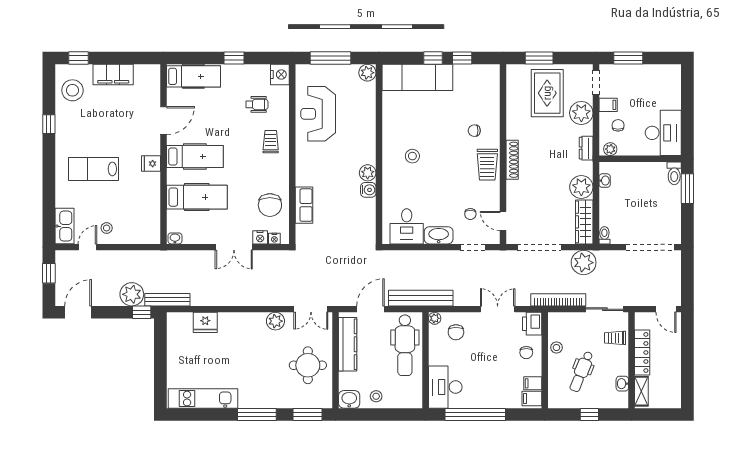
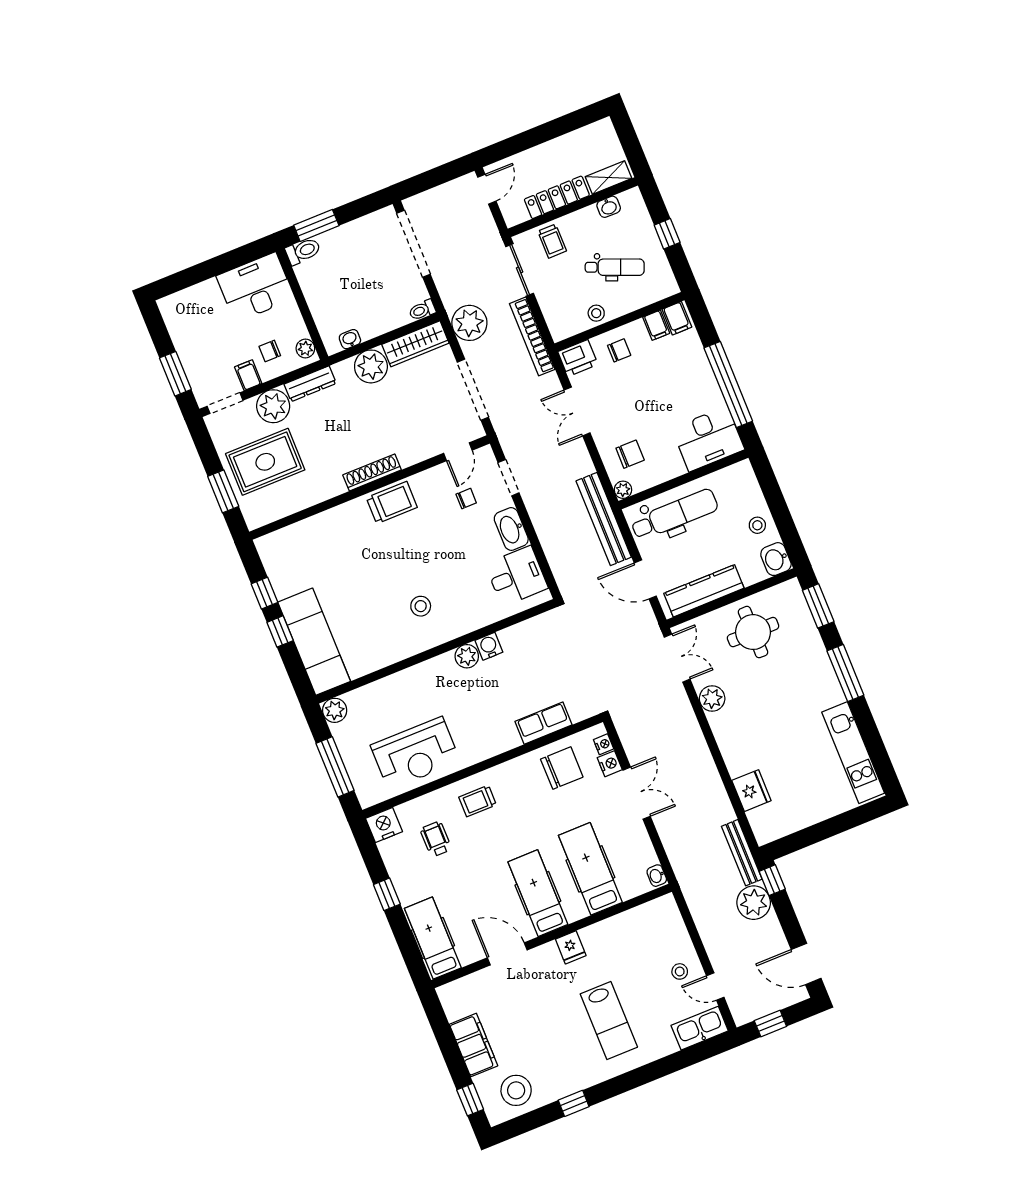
chair: (474, 131) -> (354, 538), removed
dresser: (586, 148) -> (310, 384), width x1.44

